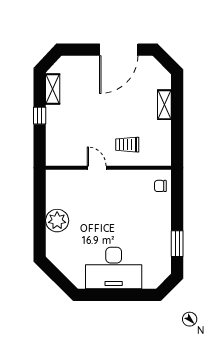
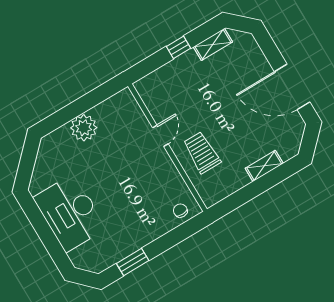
trolley: (127, 145) -> (202, 153), width x1.36, depth x1.39

